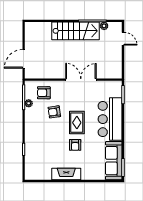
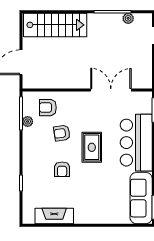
stairs: (76, 31) -> (55, 25), moved
double door: (81, 80) -> (111, 90), moved
armchair: (75, 145) -> (62, 169), moved
fireplace: (66, 174) -> (54, 216), moved

